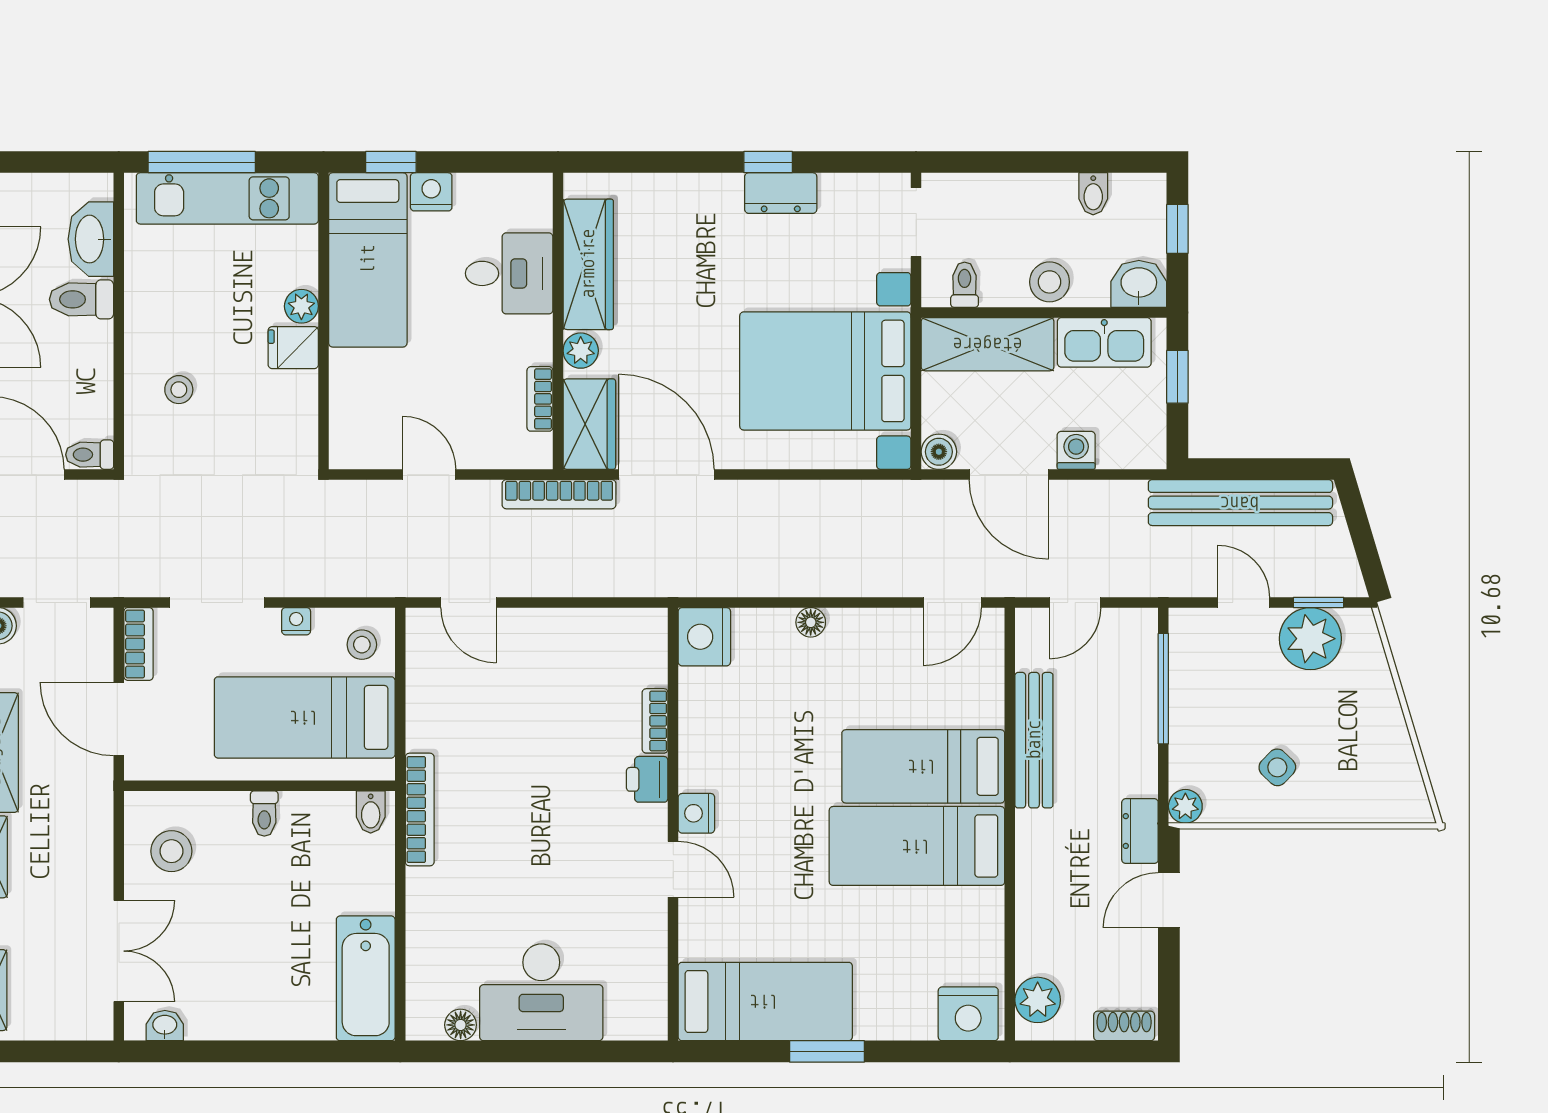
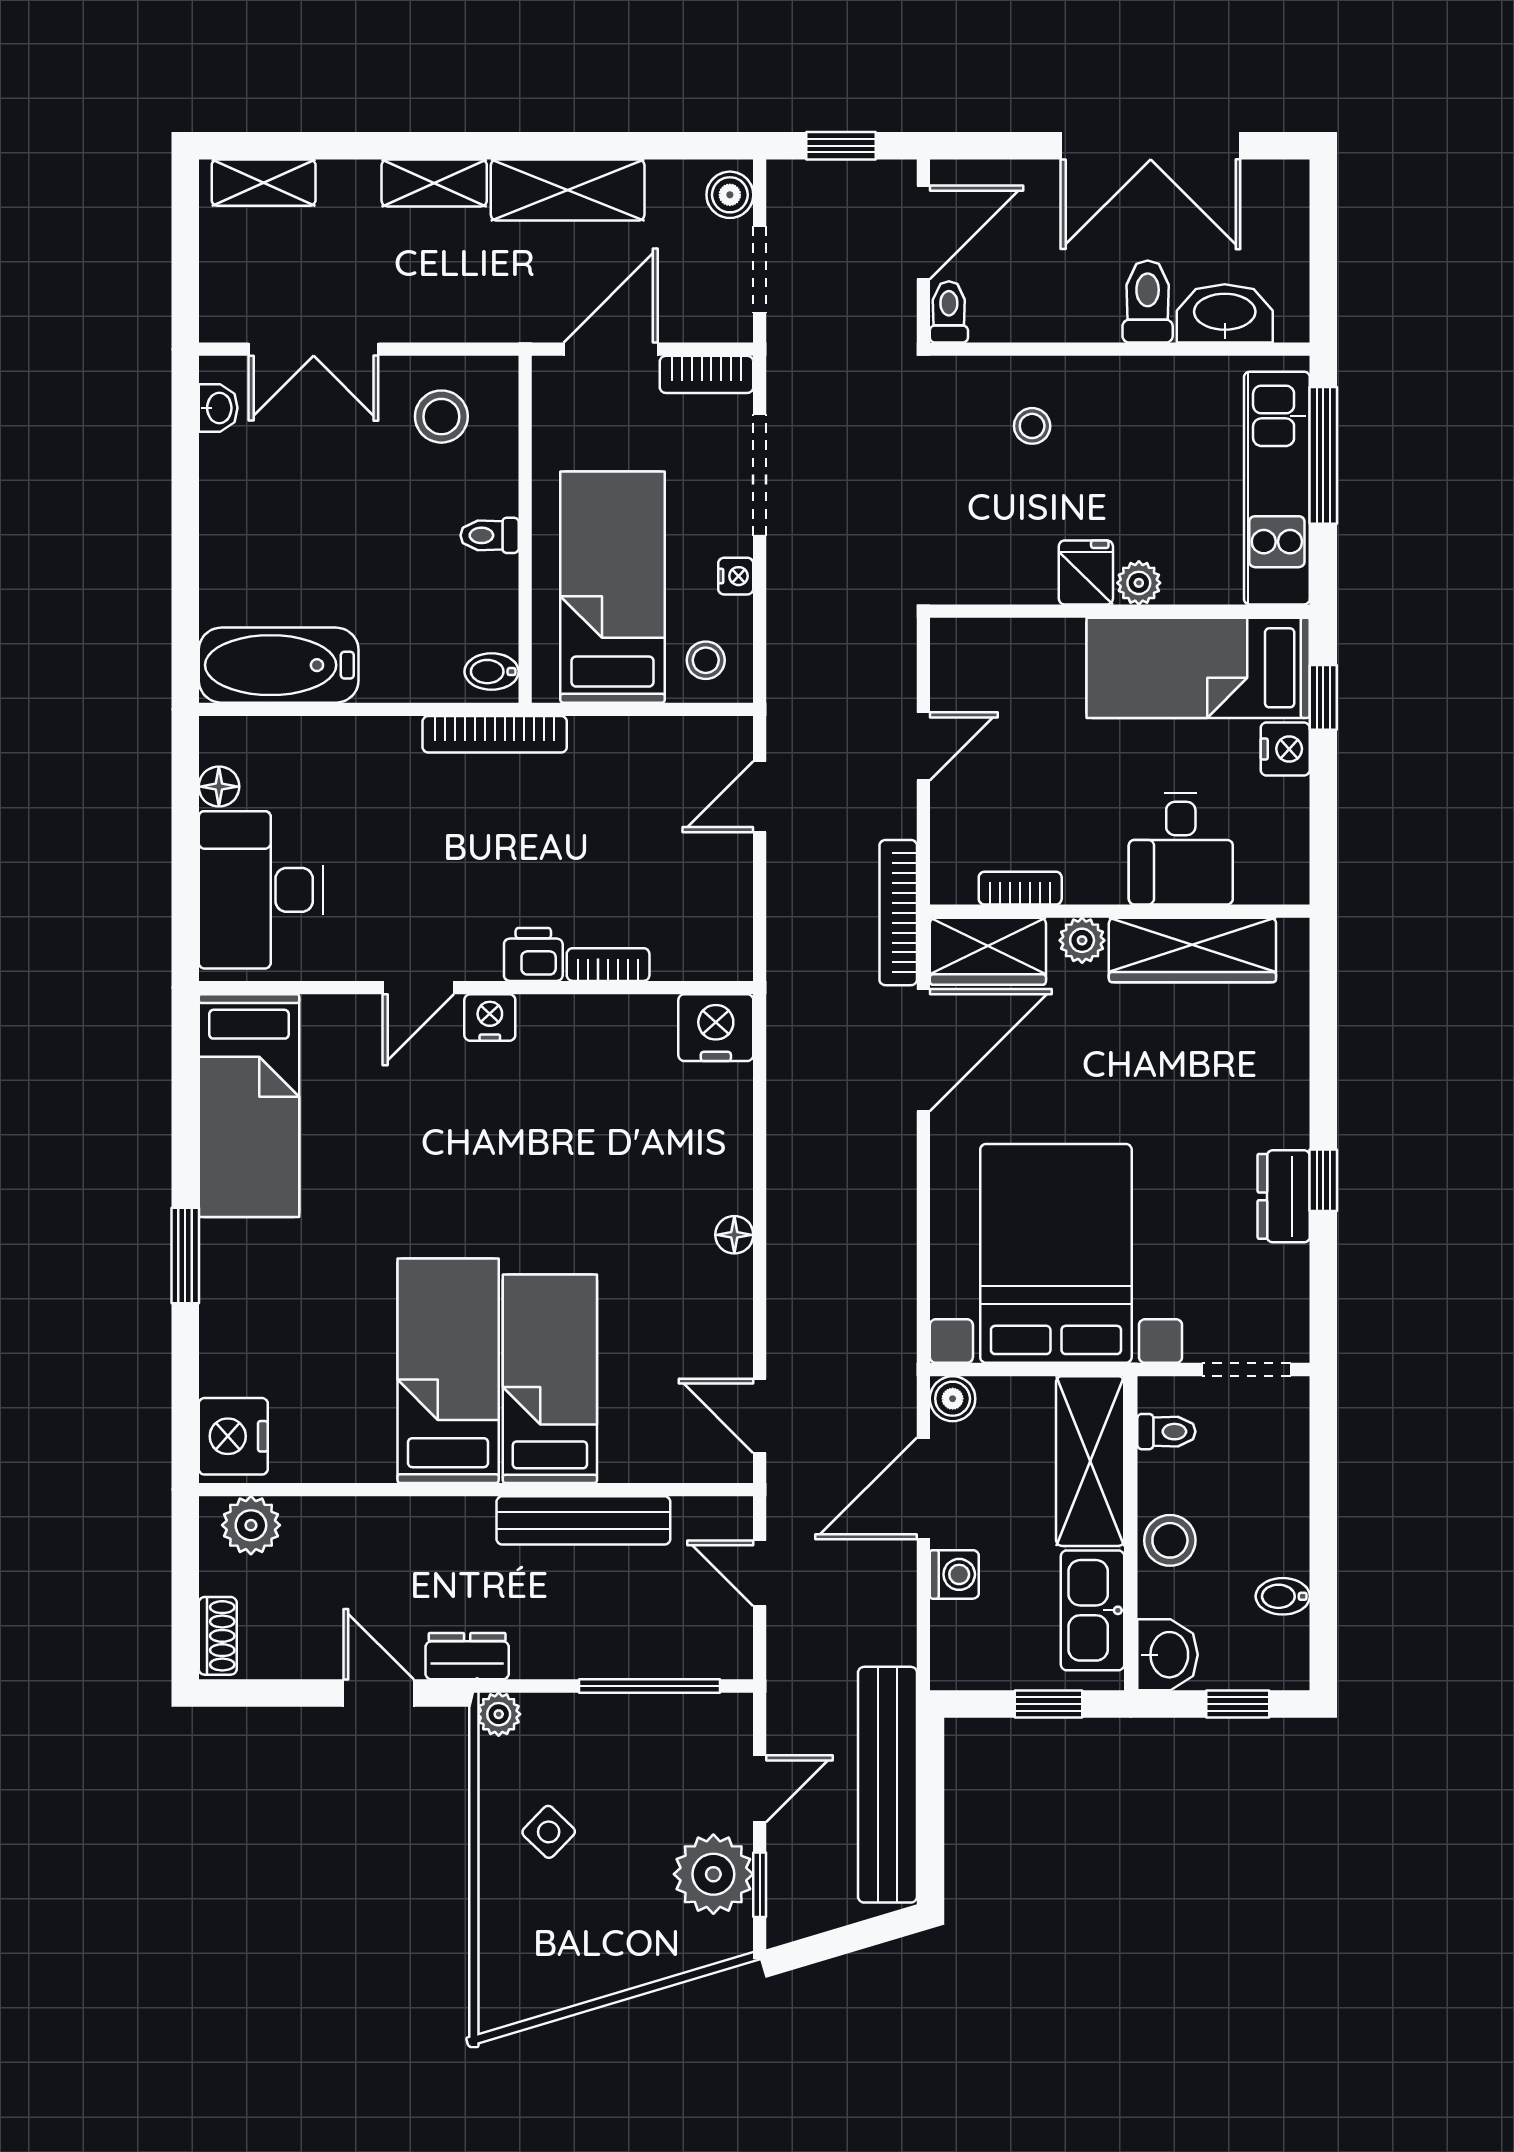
nightstand: (704, 637) -> (716, 1028), moved
bookcase: (655, 721) -> (608, 965), moved
printer: (647, 779) -> (533, 954), moved
nightstand: (696, 813) -> (490, 1017), moved
wall: (673, 824) -> (476, 988), moved
door: (673, 869) -> (418, 988), moved
bed: (765, 1001) -> (249, 1106), moved

